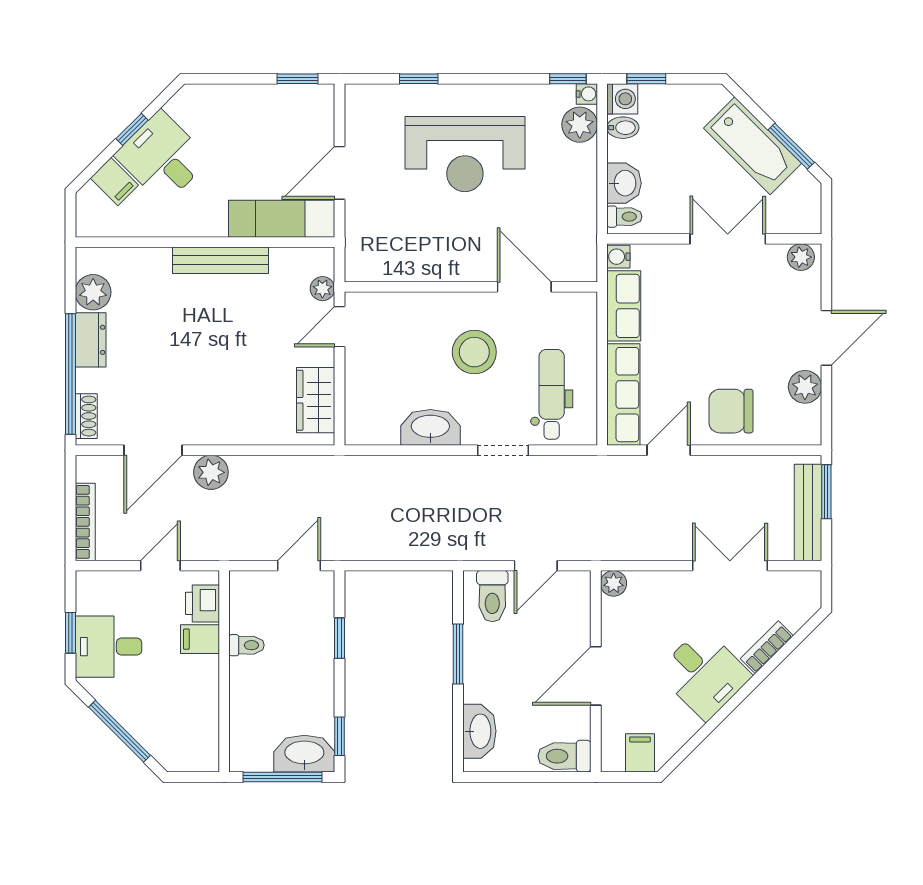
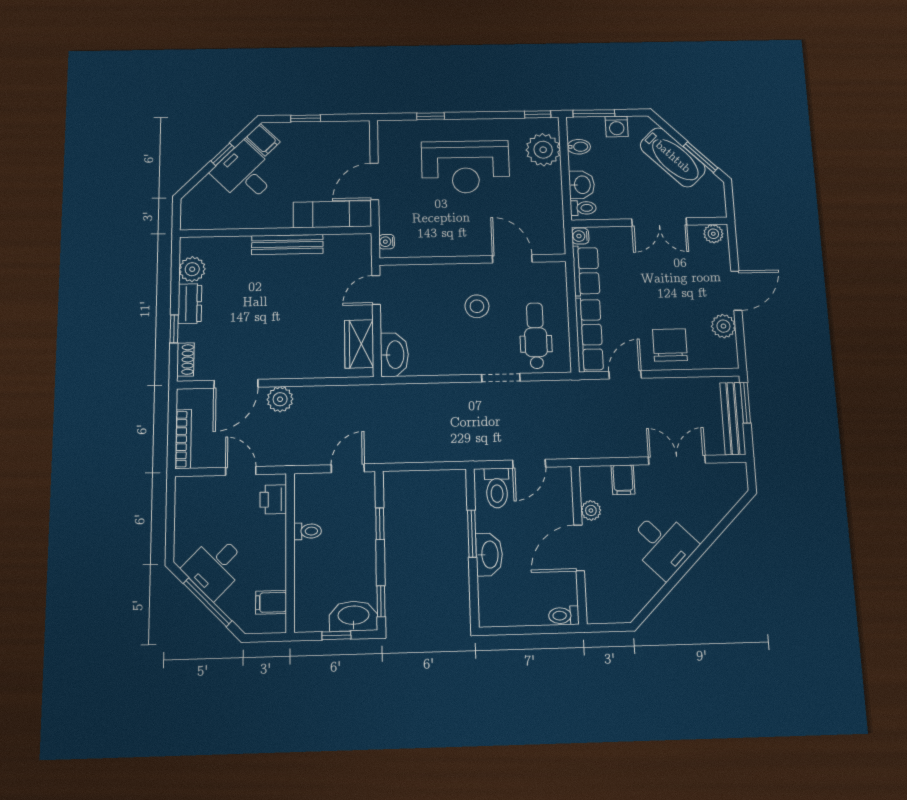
window: (298, 79) -> (306, 118), moved
window: (646, 79) -> (594, 113), width x1.50
water cooler: (587, 94) -> (387, 242), moved, turned 180
washing machine: (622, 99) -> (617, 127), moved, turned 90
plant: (580, 125) -> (543, 150), width x1.36, depth x1.36
filing cabinet: (114, 182) -> (263, 140), moved
double door: (728, 239) -> (659, 222), swing flipped
plant: (322, 289) -> (363, 263), removed
stool: (474, 352) -> (477, 306), width x0.73, depth x0.73
window: (70, 374) -> (174, 329), width x0.32
chair: (731, 411) -> (670, 345), turned 90
washbasin: (430, 427) -> (394, 355), moved, turned 90
door: (160, 566) -> (241, 471), hinge flipped
plant: (614, 583) -> (591, 510), moved
window: (70, 633) -> (170, 525), removed
filing cabinet: (200, 639) -> (271, 602), moved
desk: (108, 647) -> (215, 566), moved, turned -45
bookcase: (767, 647) -> (709, 522), removed
washbasin: (479, 731) -> (489, 555), moved
filing cabinet: (640, 753) -> (623, 480), moved, turned 180
toilet: (564, 756) -> (564, 615), width x0.73, depth x0.72
window: (282, 777) -> (336, 635), width x0.46

